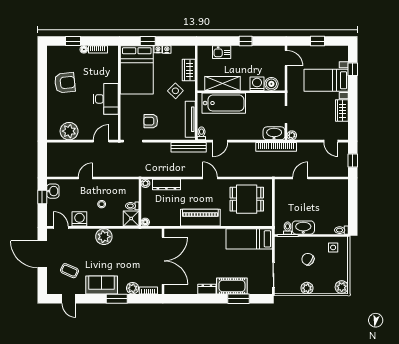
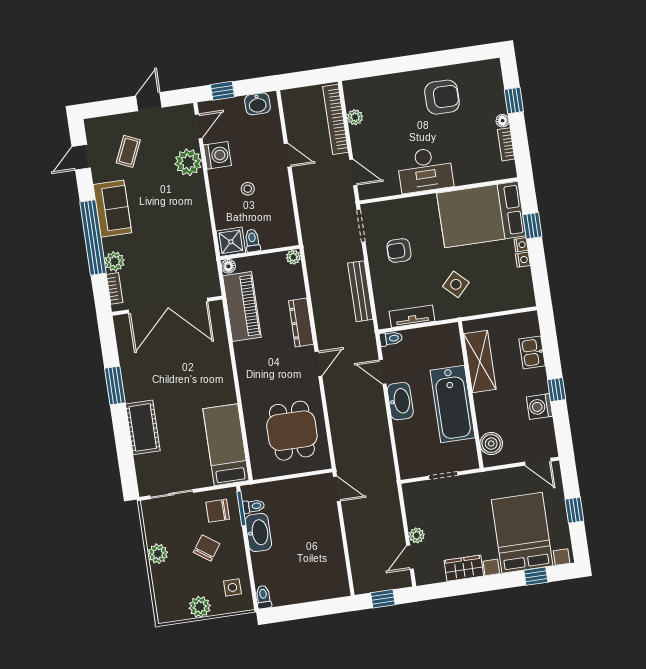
door: (286, 58) -> (538, 462), hinge flipped
wardrobe: (189, 70) -> (494, 302), removed
bed with nightstands: (326, 80) -> (522, 533), width x1.36
armchair: (65, 83) -> (442, 97), turned -84
washing machine: (257, 84) -> (539, 407), moved, turned 180
bathtub: (224, 103) -> (453, 404), moved
tv unit: (190, 119) -> (412, 316), width x0.71
armchair: (151, 121) -> (399, 250), turned -90
plant: (69, 131) -> (355, 117), width x0.53, depth x0.53
washbasin: (274, 133) -> (400, 401), moved
plant: (292, 135) -> (417, 535), moved
bench: (189, 147) -> (360, 291), moved
bookcase: (276, 147) -> (335, 119), moved
door: (300, 178) -> (337, 489), moved
dresser: (166, 185) -> (301, 323), moved
window: (42, 197) -> (223, 91), moved
piano: (200, 218) -> (242, 307), moved
plant: (104, 237) -> (188, 162), moved
chair: (287, 249) -> (218, 511), added
door: (42, 254) -> (149, 102), width x0.53
plant: (342, 287) -> (200, 607), moved
dresser: (207, 289) -> (131, 386), removed
window: (117, 299) -> (93, 238), width x2.11
window: (238, 299) -> (115, 385), moved

